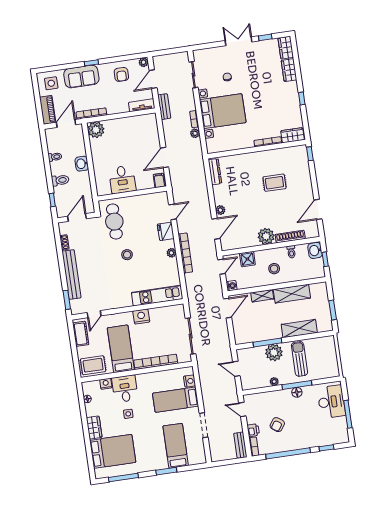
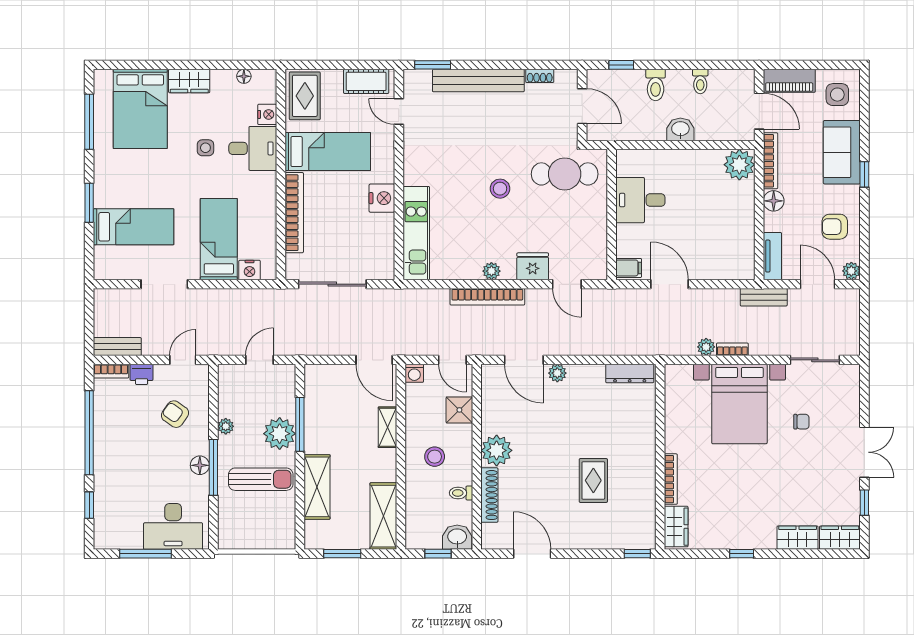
floor lamp: (112, 109) -> (774, 201), added
shelving: (292, 294) -> (383, 516), moved
armchair: (277, 425) -> (175, 414), moved

